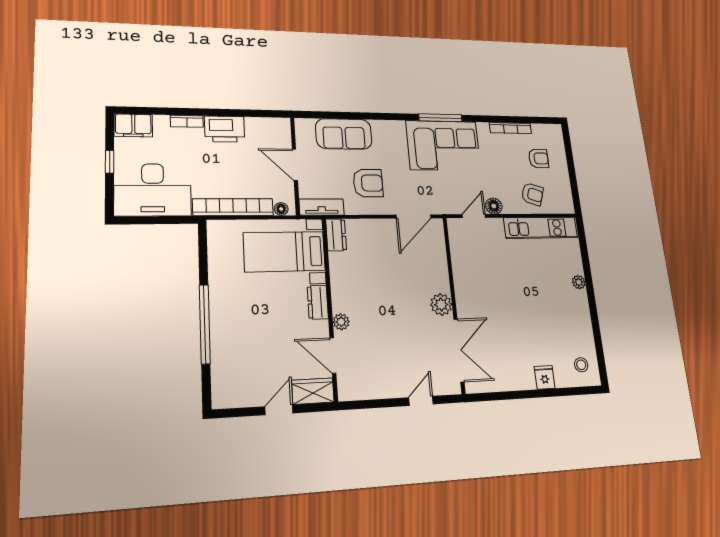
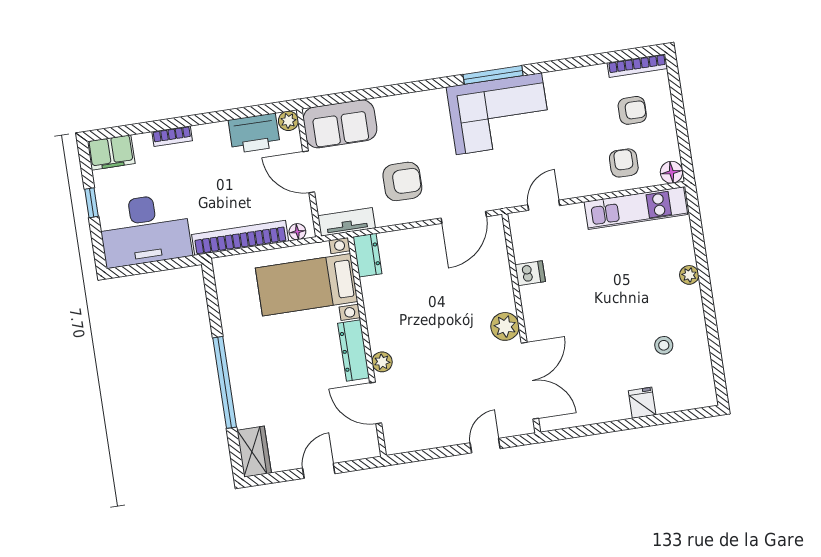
plant: (283, 125) -> (288, 121), added
bookcase: (510, 128) -> (637, 66), moved
printer: (225, 129) -> (254, 133), moved
sofa: (344, 134) -> (340, 124), moved
armchair: (532, 194) -> (624, 163), turned -108
floor lamp: (494, 206) -> (671, 172), moved
dishwasher: (462, 266) -> (530, 273), added
dresser: (318, 302) -> (354, 351), width x1.44
stool: (581, 365) -> (664, 345), moved
wardrobe: (313, 391) -> (254, 452), moved, turned 90

